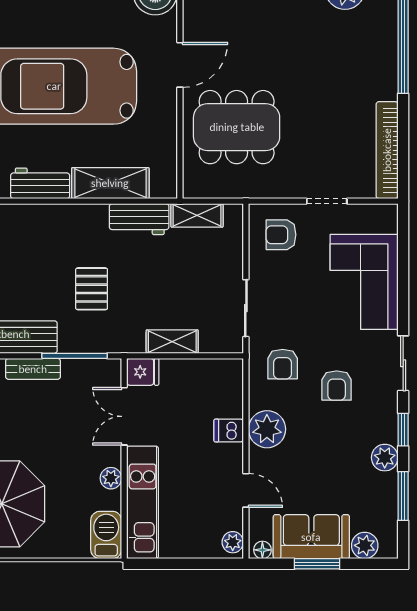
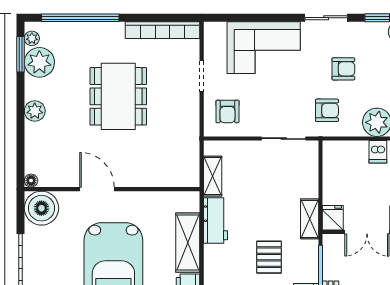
dining table: (237, 127) -> (118, 96), moved
pallet: (92, 289) -> (269, 257), turned 90
shelving: (172, 342) -> (310, 219), moved

